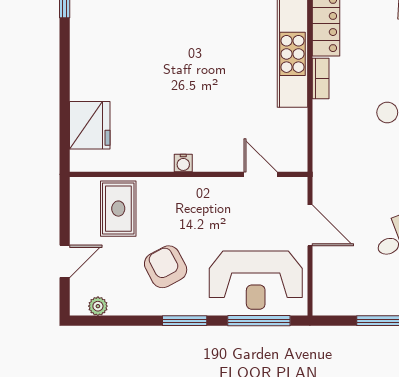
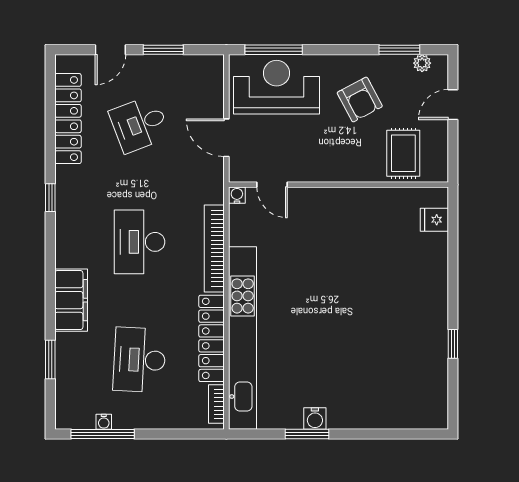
bookcase: (321, 79) -> (214, 248), width x2.31, depth x1.31
fridge: (90, 125) -> (434, 220), width x0.53, depth x0.75
water cooler: (183, 163) -> (237, 195), moved
window: (185, 321) -> (399, 50), moved

